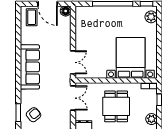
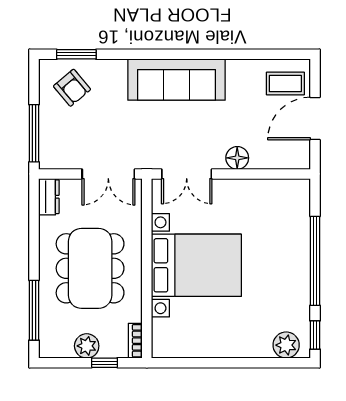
floor lamp: (66, 11) -> (237, 158), moved
bed with nightstands: (131, 58) -> (196, 265), moved
dining table: (116, 106) -> (90, 268), width x1.38
plant: (151, 119) -> (87, 346), moved

